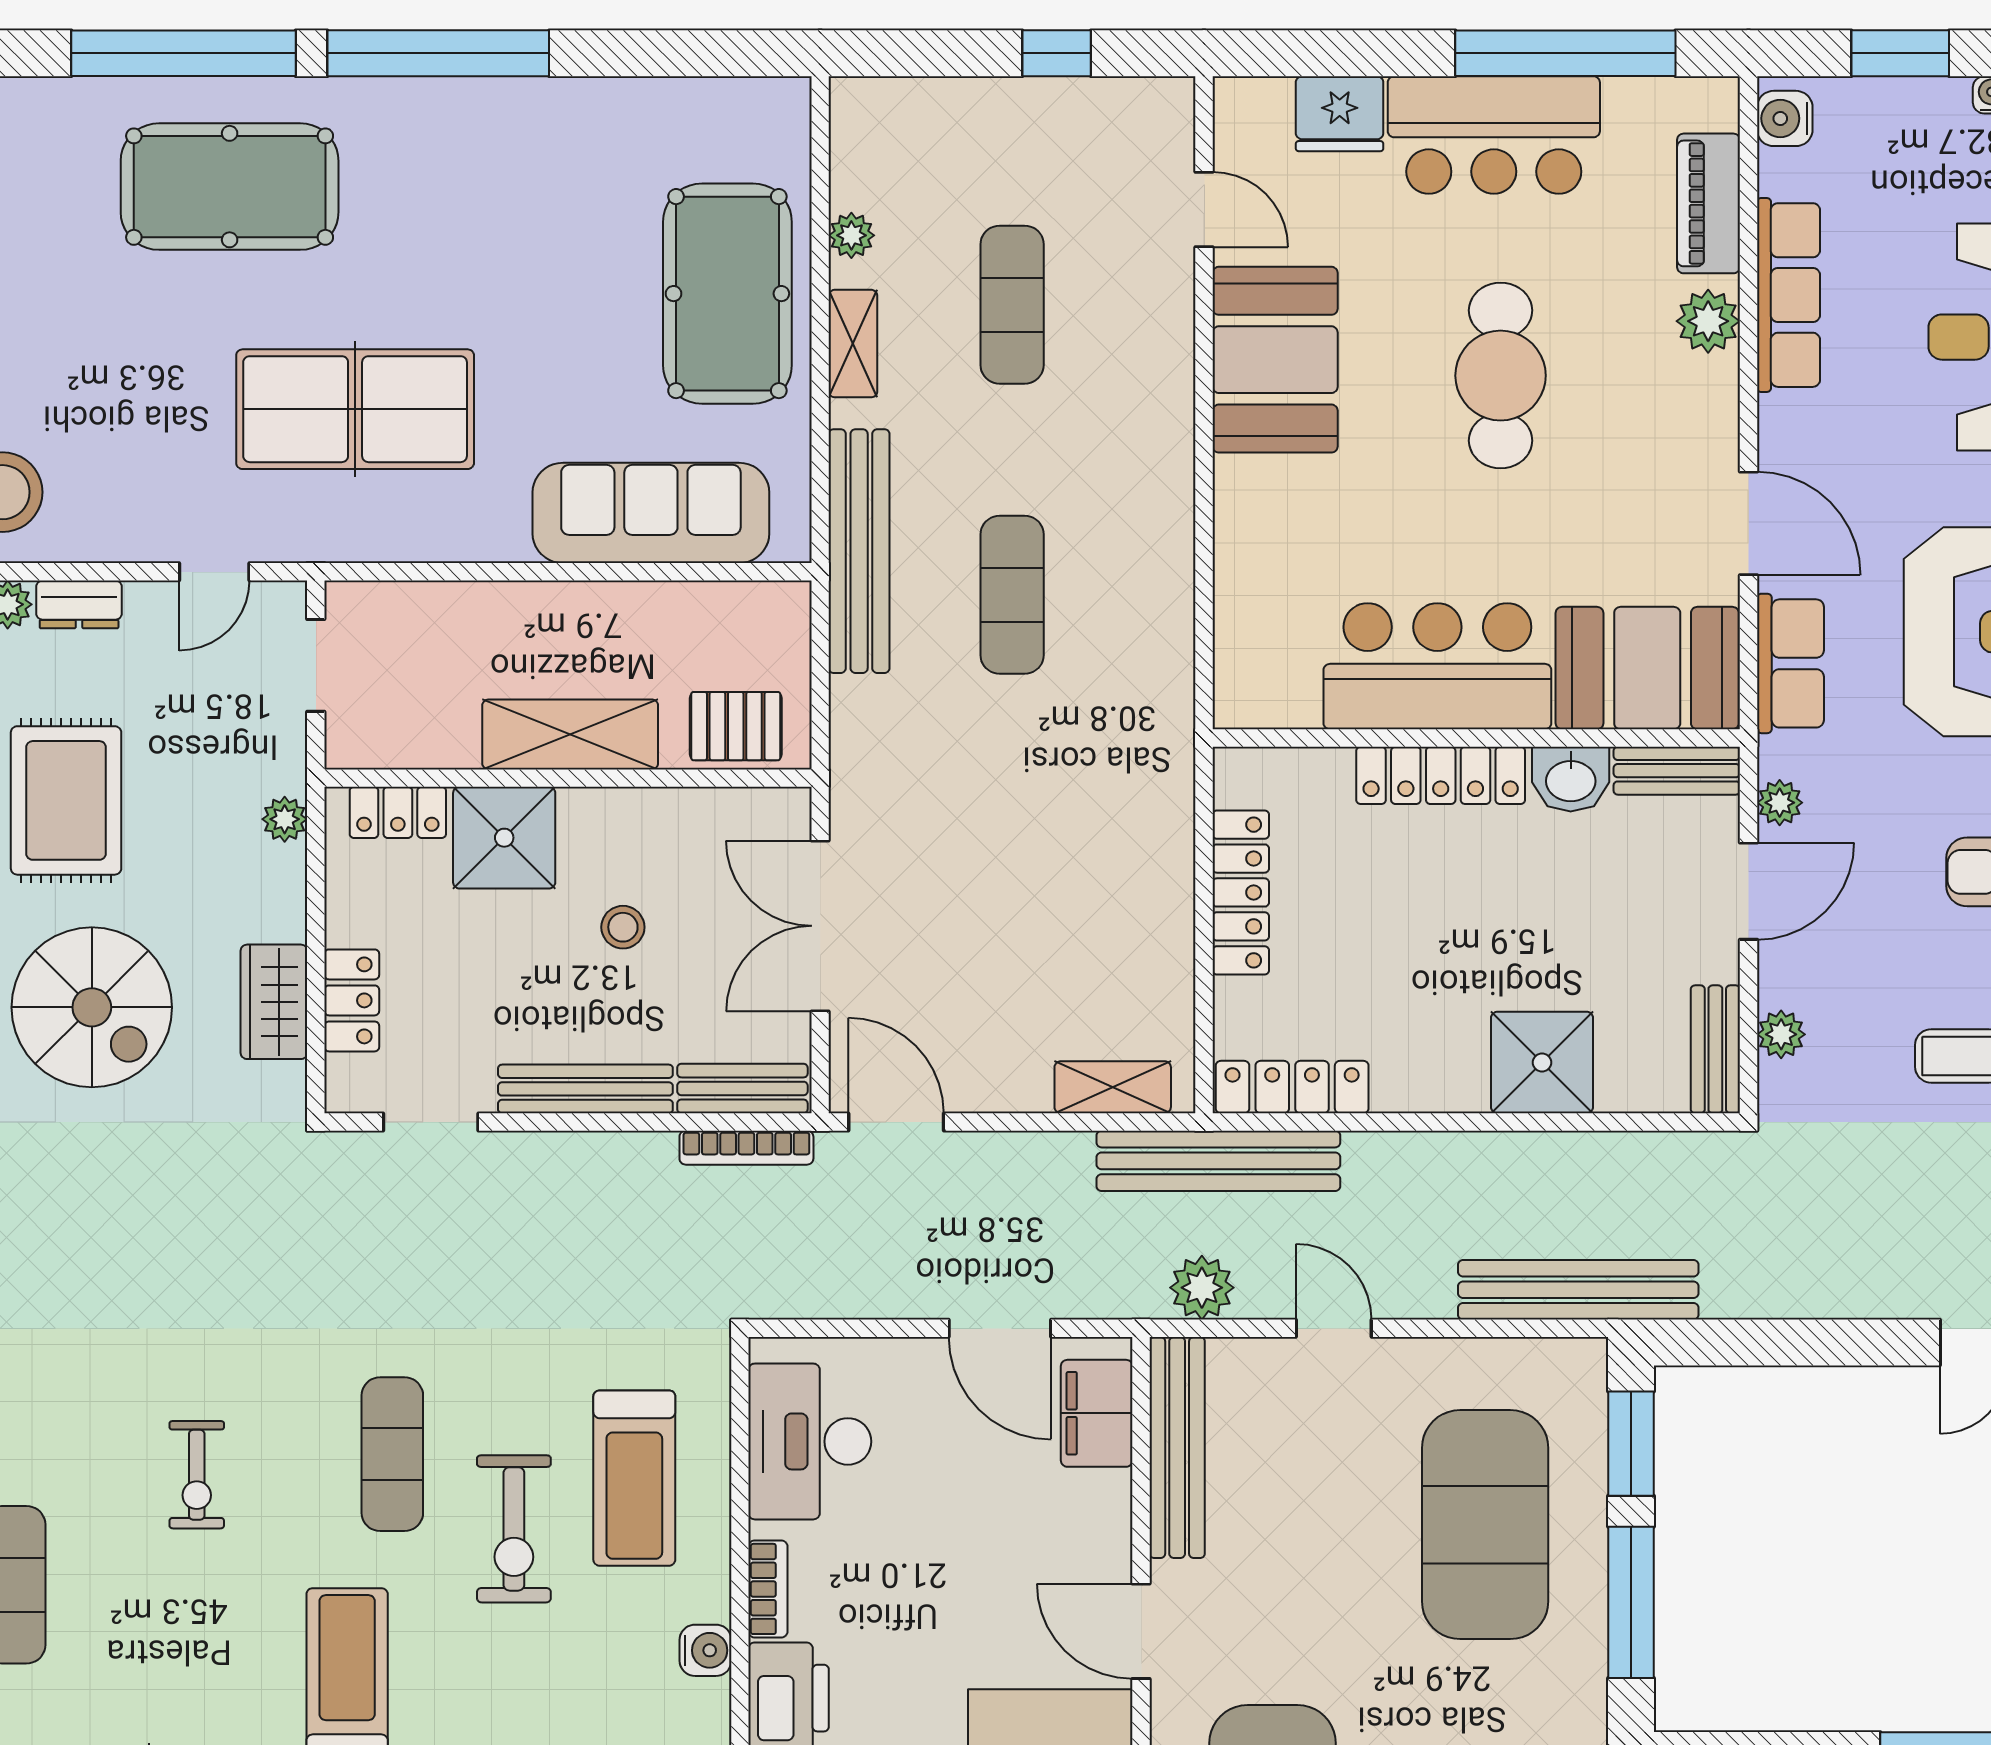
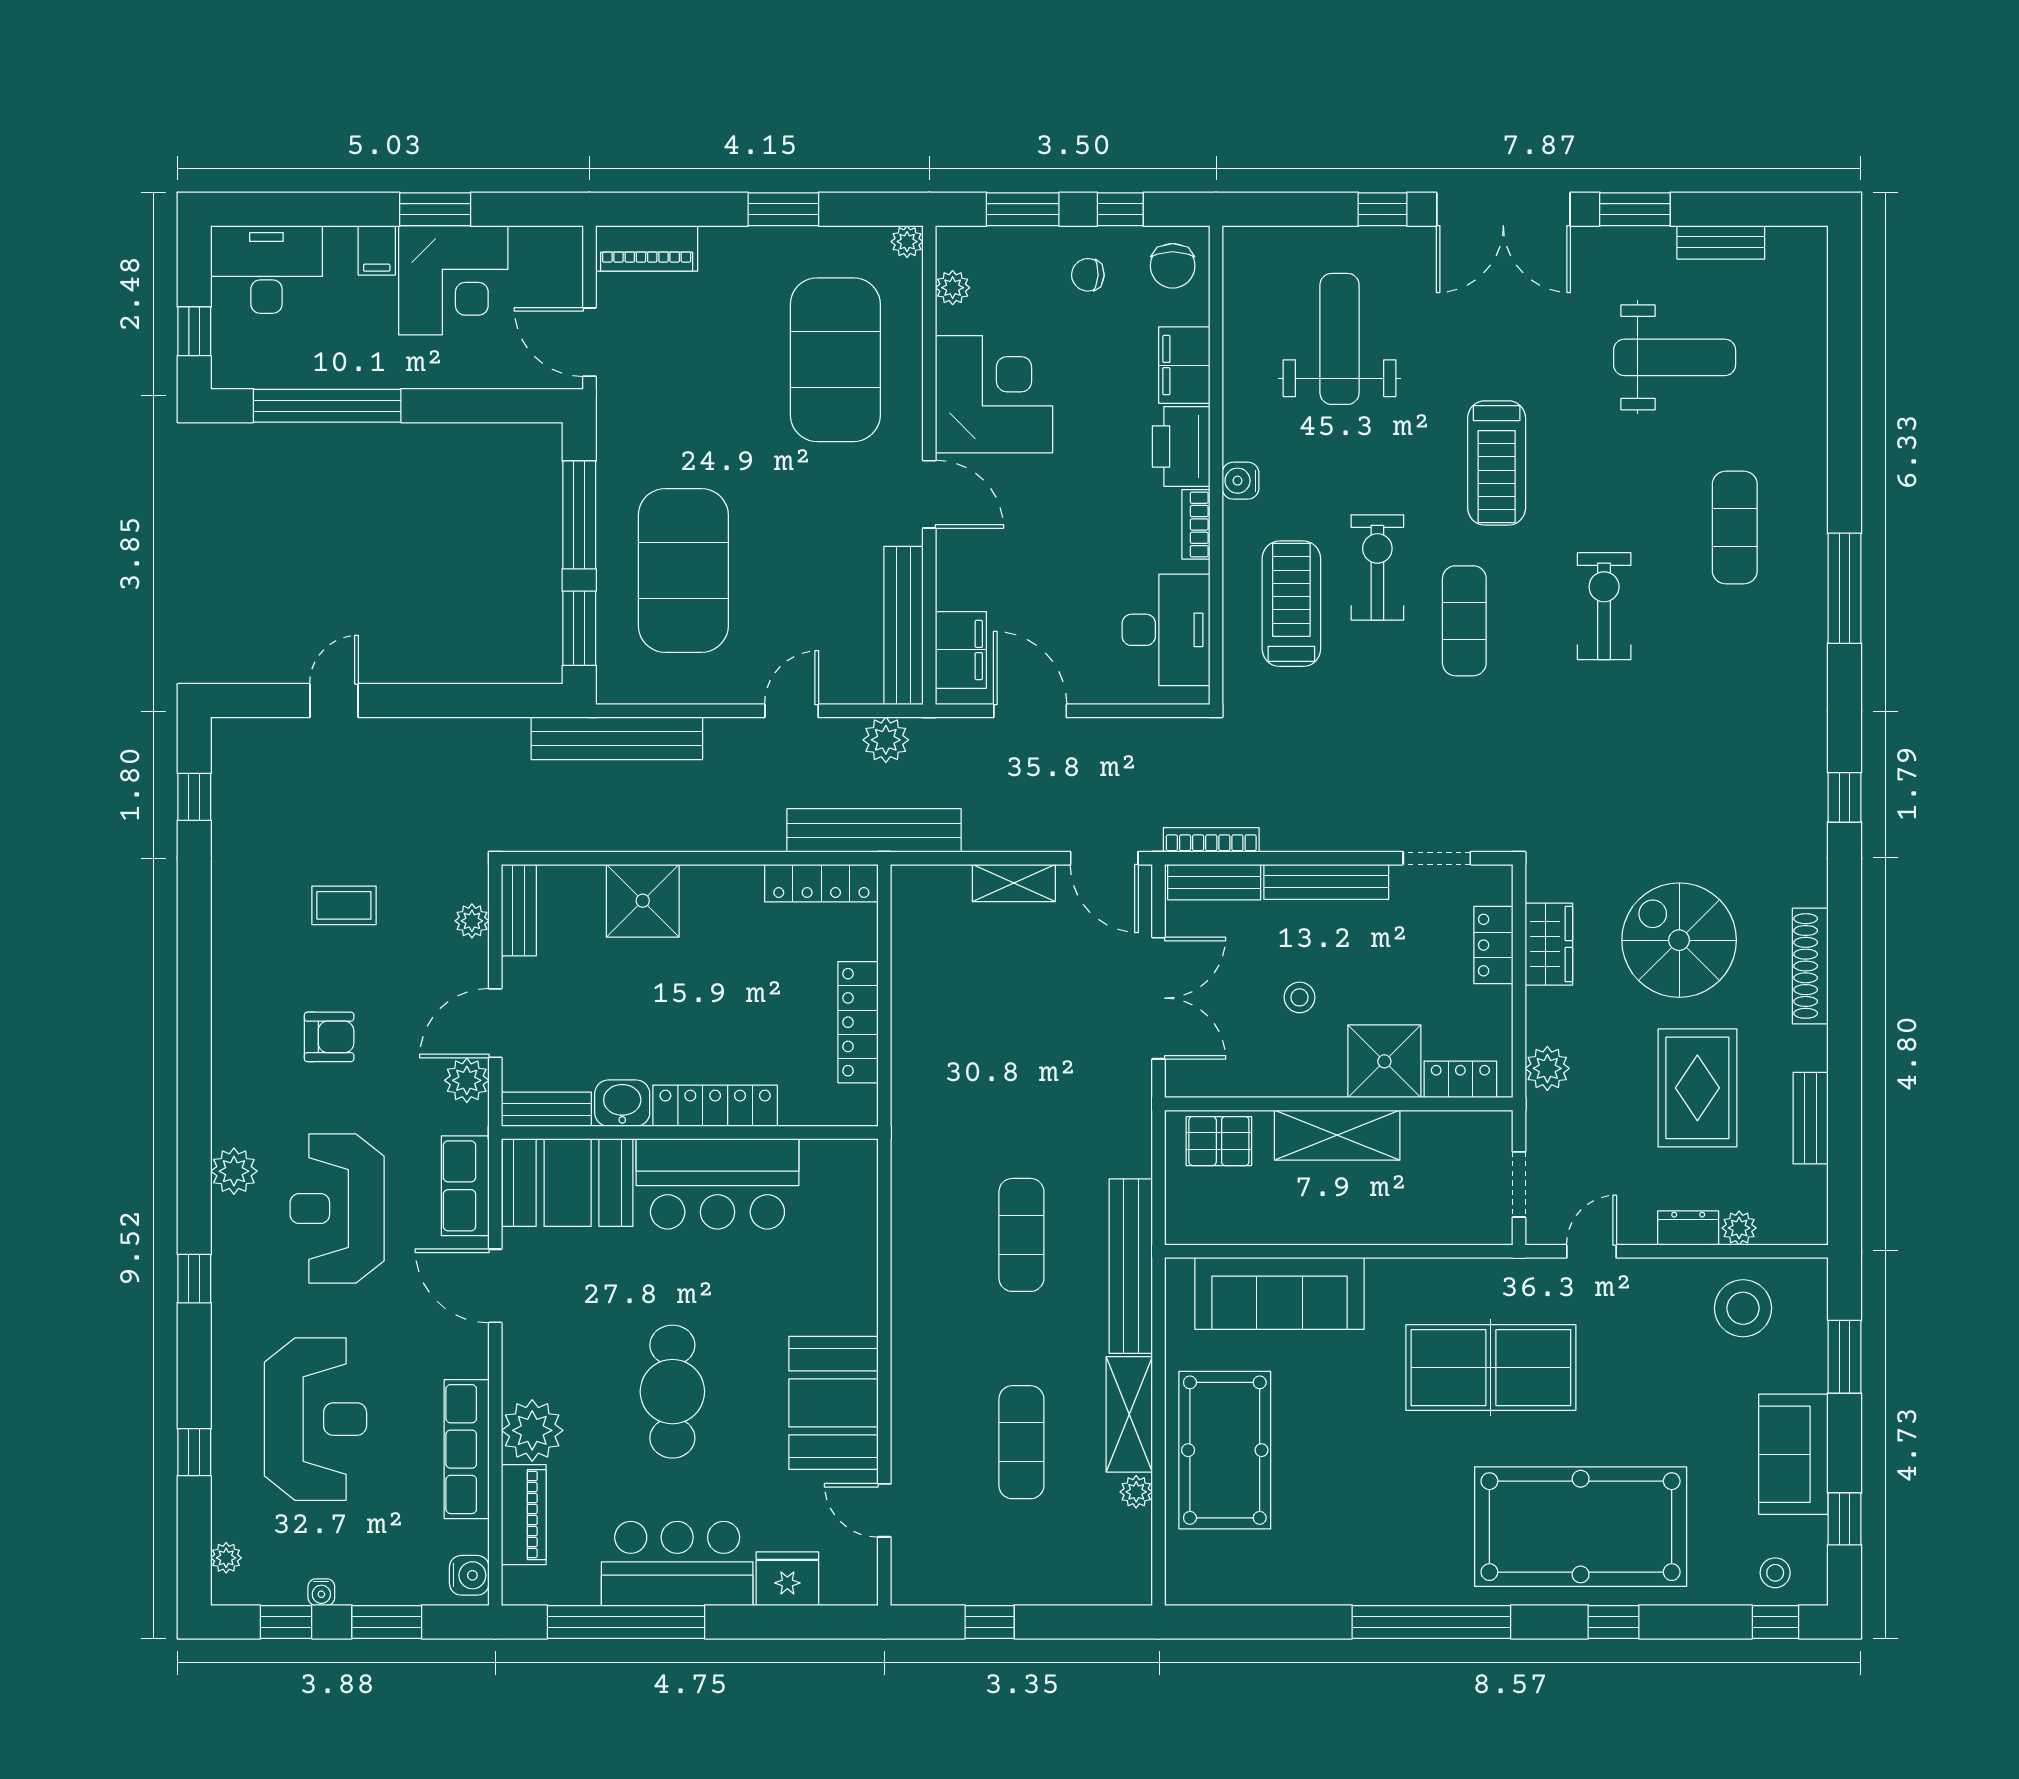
window: (183, 53) -> (1614, 1622), width x0.32
pool table: (230, 187) -> (1581, 1527), width x1.36, depth x1.32
plant: (1708, 321) -> (532, 1430), width x1.36, depth x1.36
shelving: (853, 344) -> (1129, 1414), width x1.50, depth x1.33
plant: (1780, 803) -> (467, 1080), width x1.38, depth x1.38
plant: (285, 819) -> (1547, 1068), width x1.38, depth x1.38
shelving: (1113, 1087) -> (1014, 883), moved
door: (1334, 1328) -> (792, 711), swing flipped
exercise bike: (197, 1475) -> (1604, 606), width x1.38, depth x1.39

